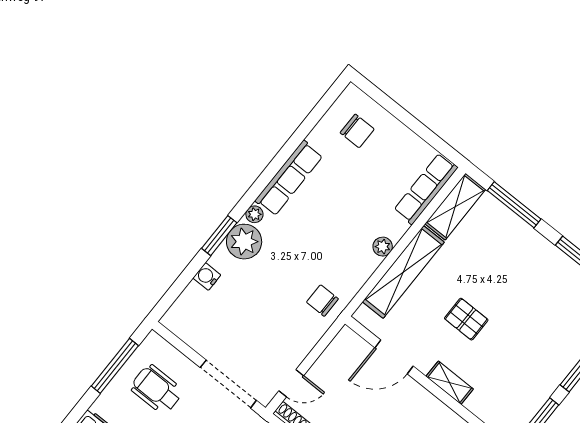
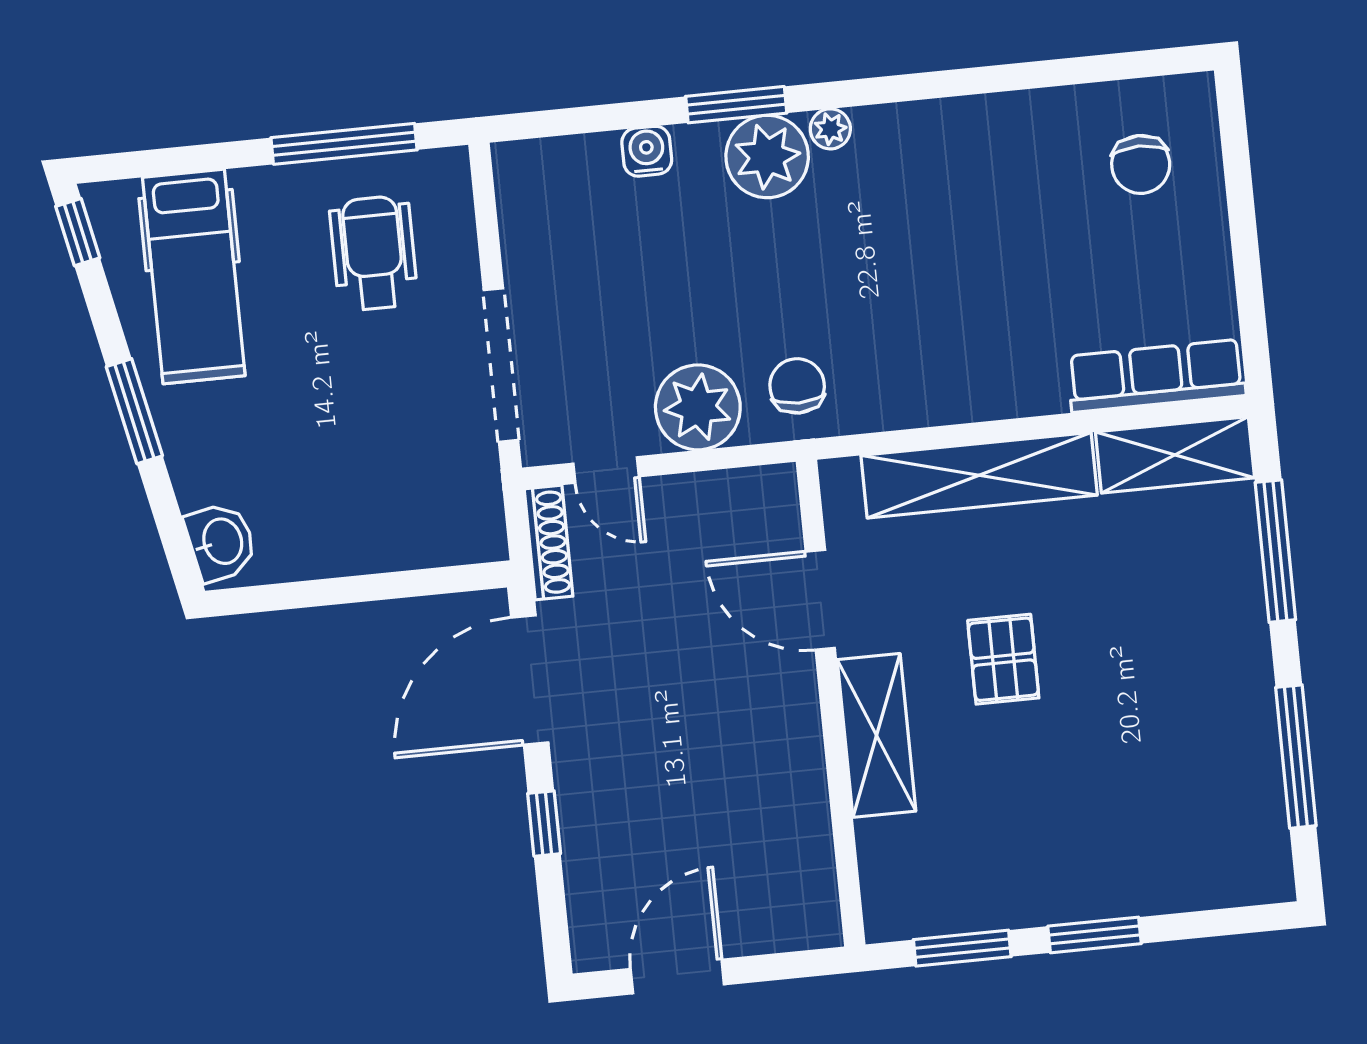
row of seats: (289, 178) -> (948, 127), removed
plant: (383, 247) -> (698, 407), moved, width x1.88, depth x1.88
shelving: (450, 383) -> (876, 735), width x1.50, depth x1.33

